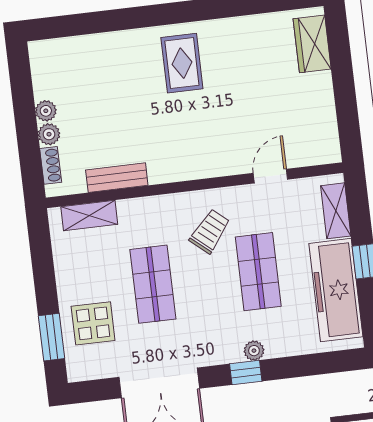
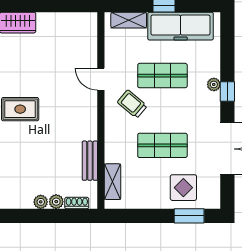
door: (270, 176) -> (101, 79), moved

